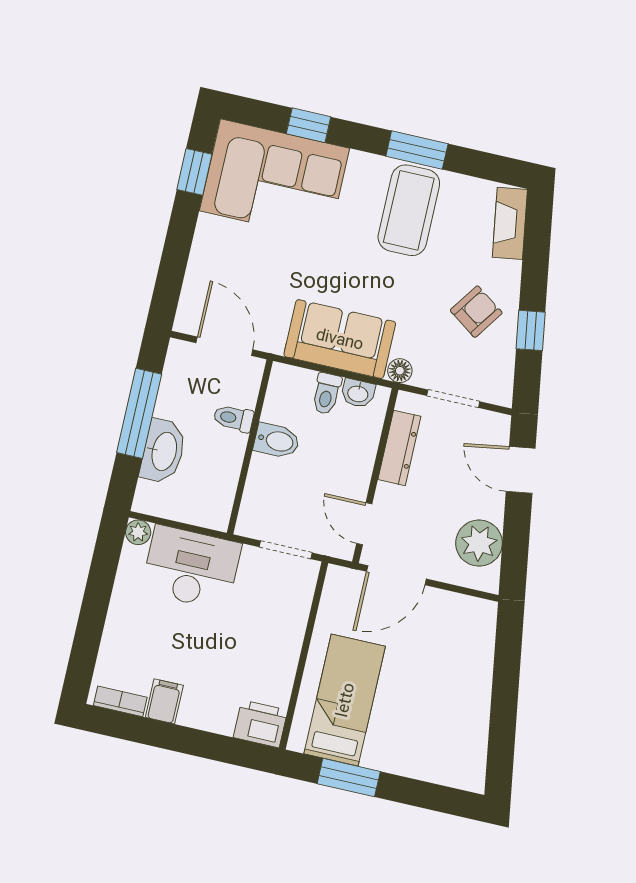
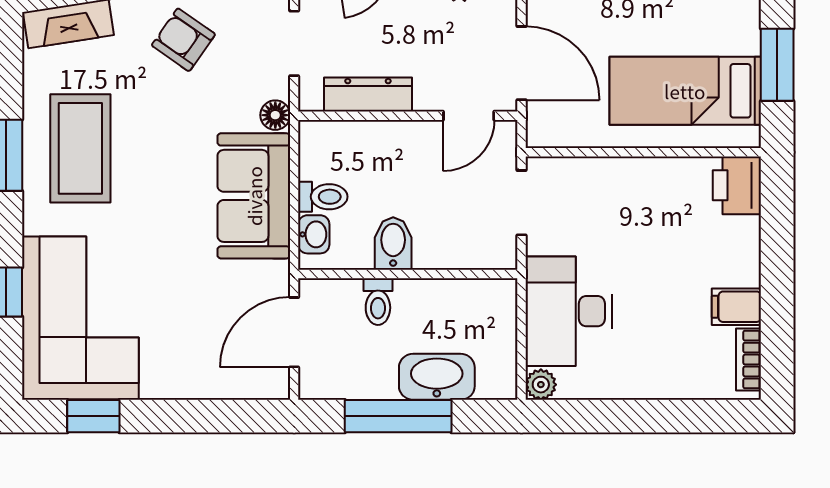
coffee table: (409, 210) -> (80, 148), turned 90
washbasin: (358, 393) -> (314, 234), moved

